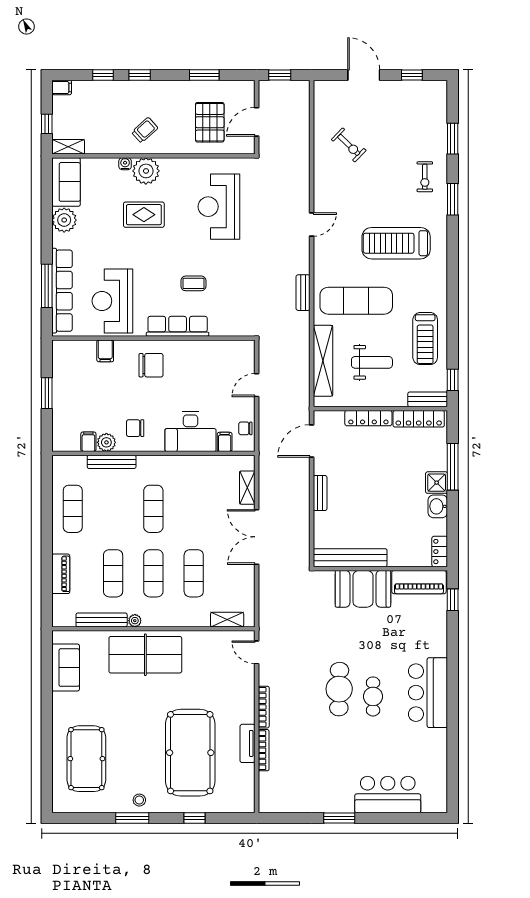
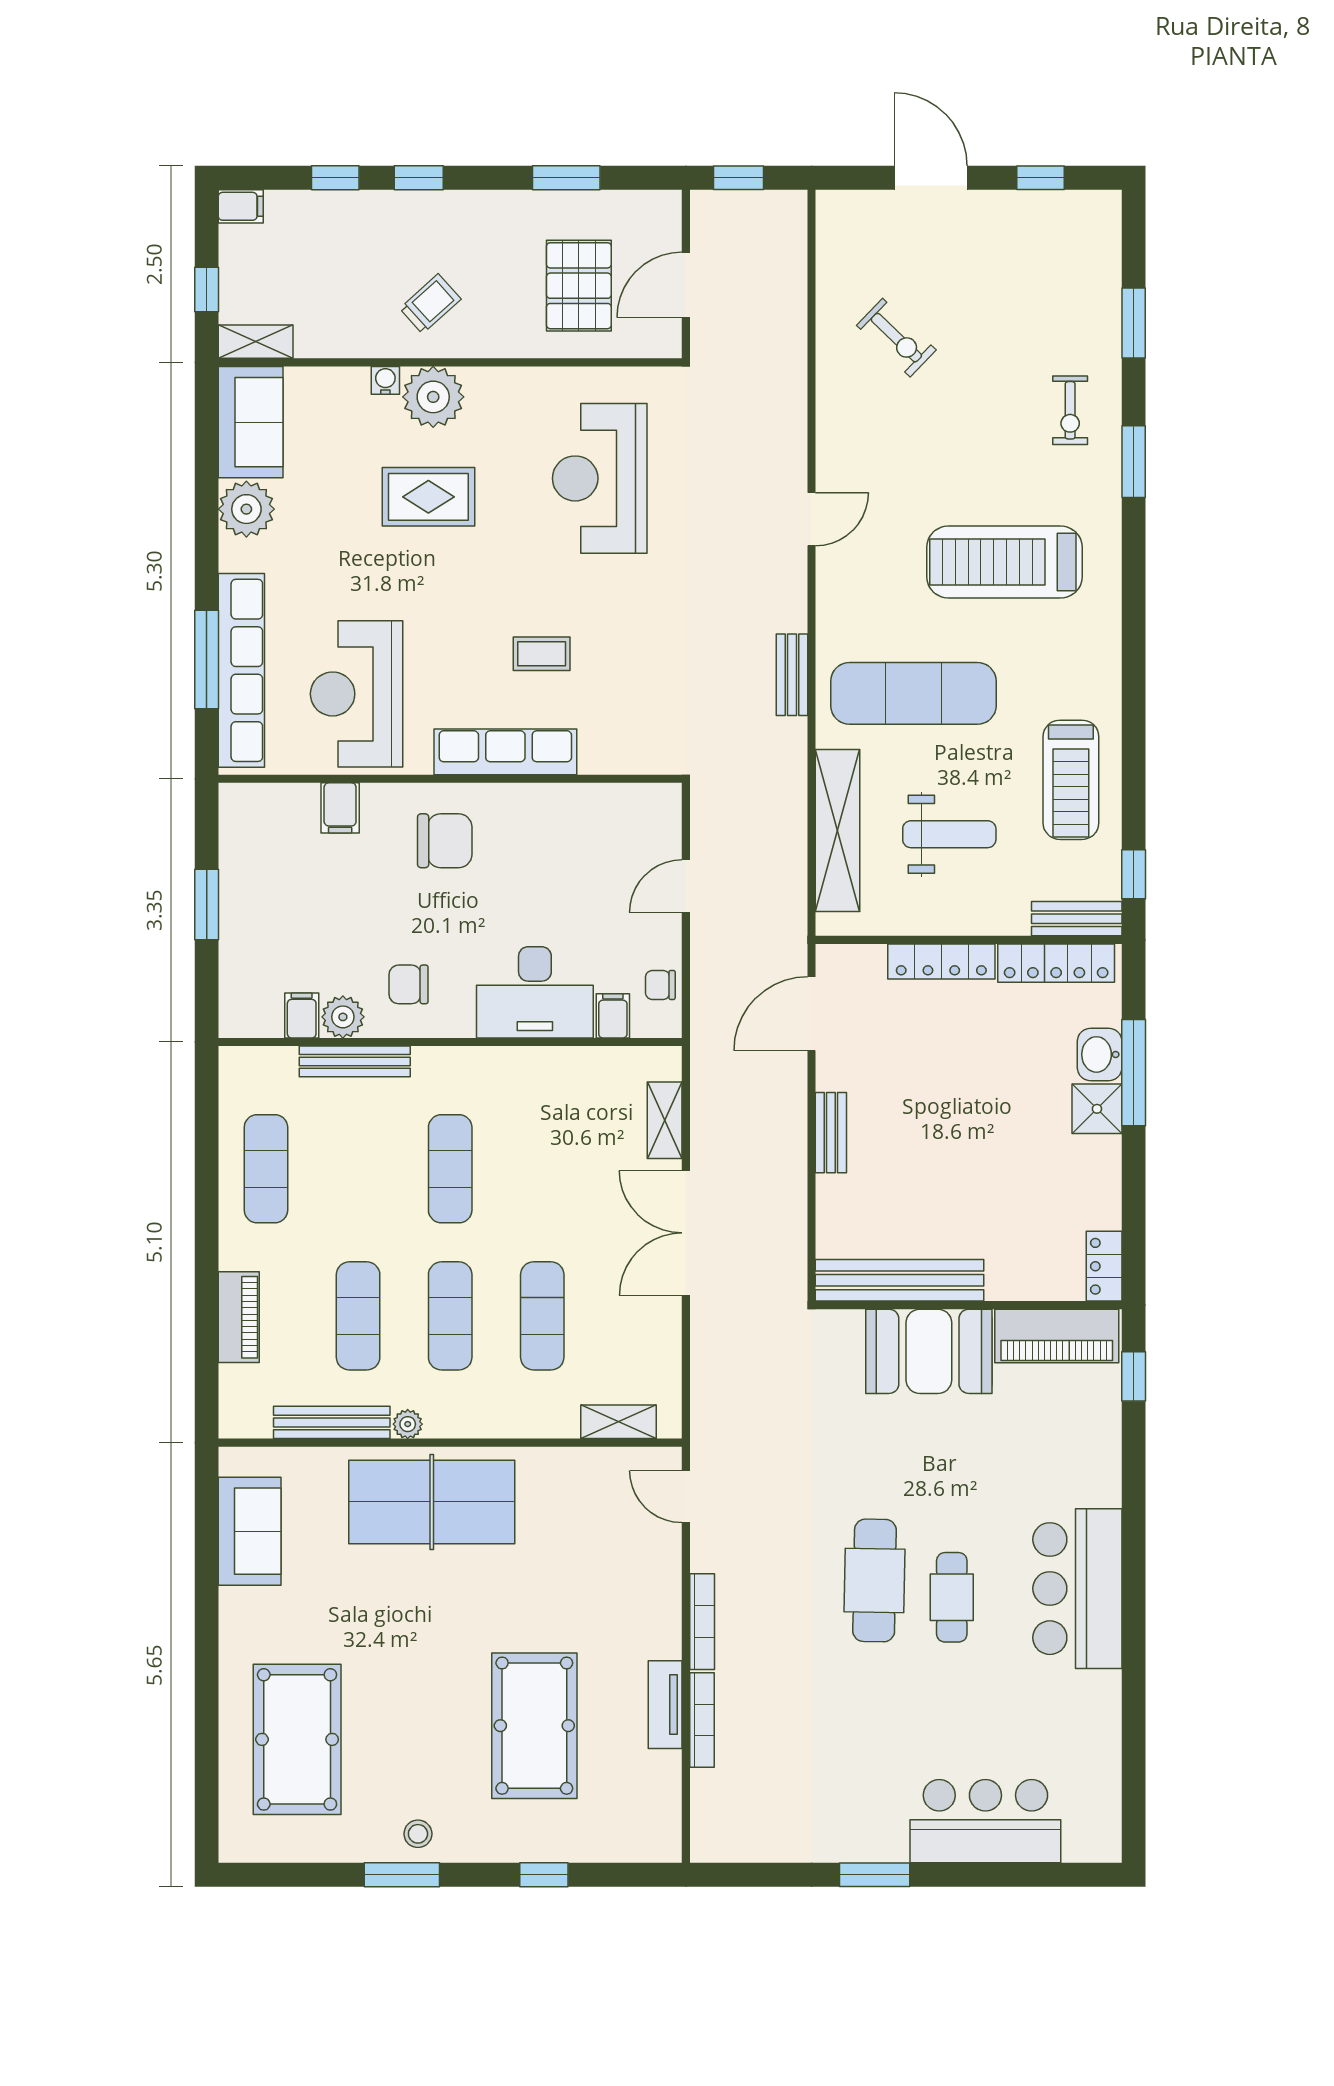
washbasin: (438, 506) -> (1100, 1054), moved
pool table: (190, 753) -> (534, 1726), width x0.73, depth x0.76

